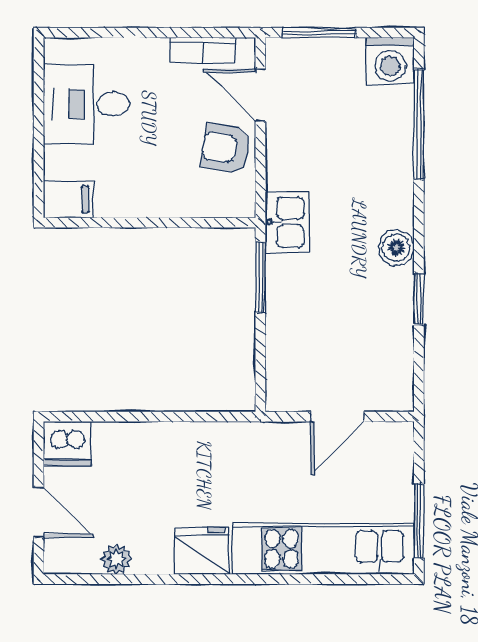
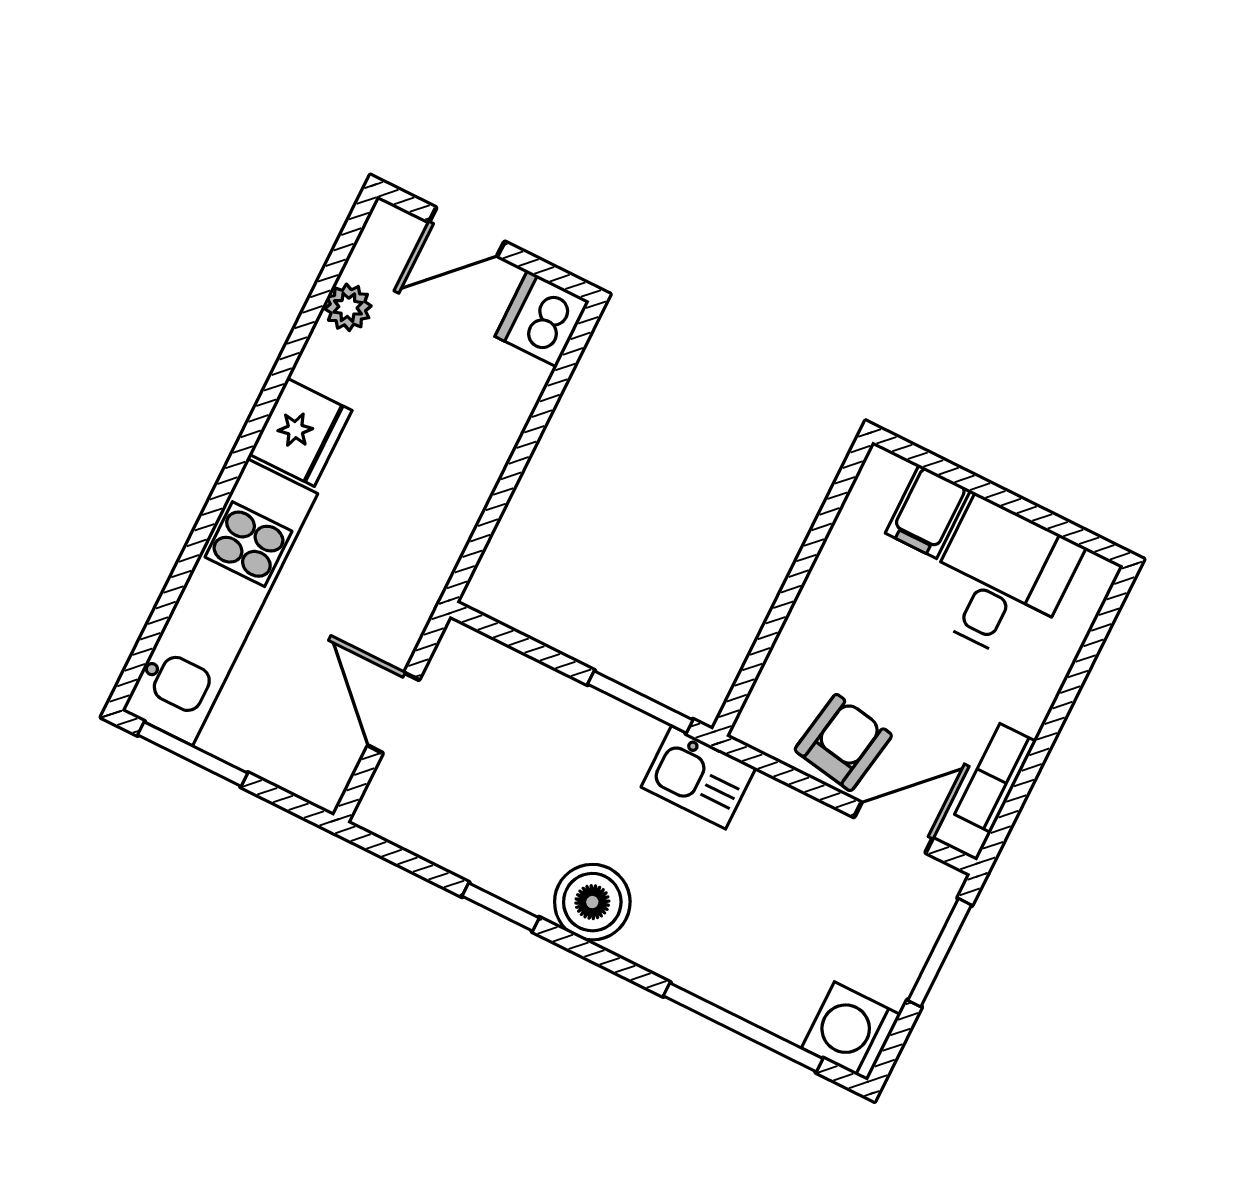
filing cabinet: (68, 199) -> (928, 512), moved
boiler: (396, 248) -> (592, 902), width x1.36, depth x1.36

